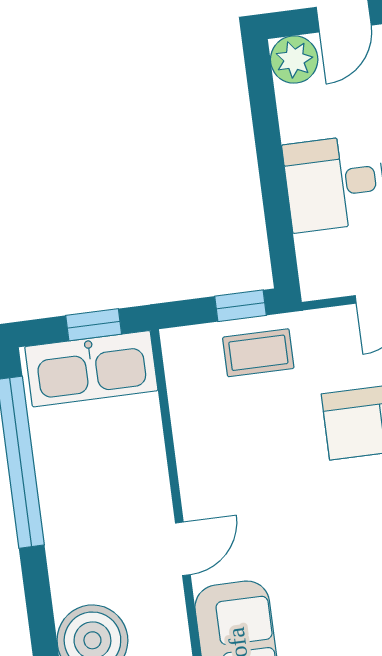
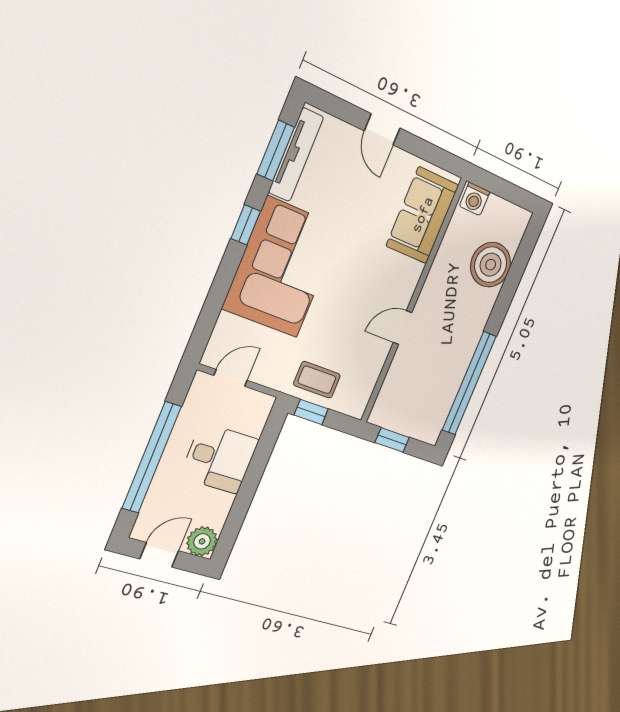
kitchen sink: (91, 369) -> (407, 416), removed
door: (183, 549) -> (402, 327), moved

